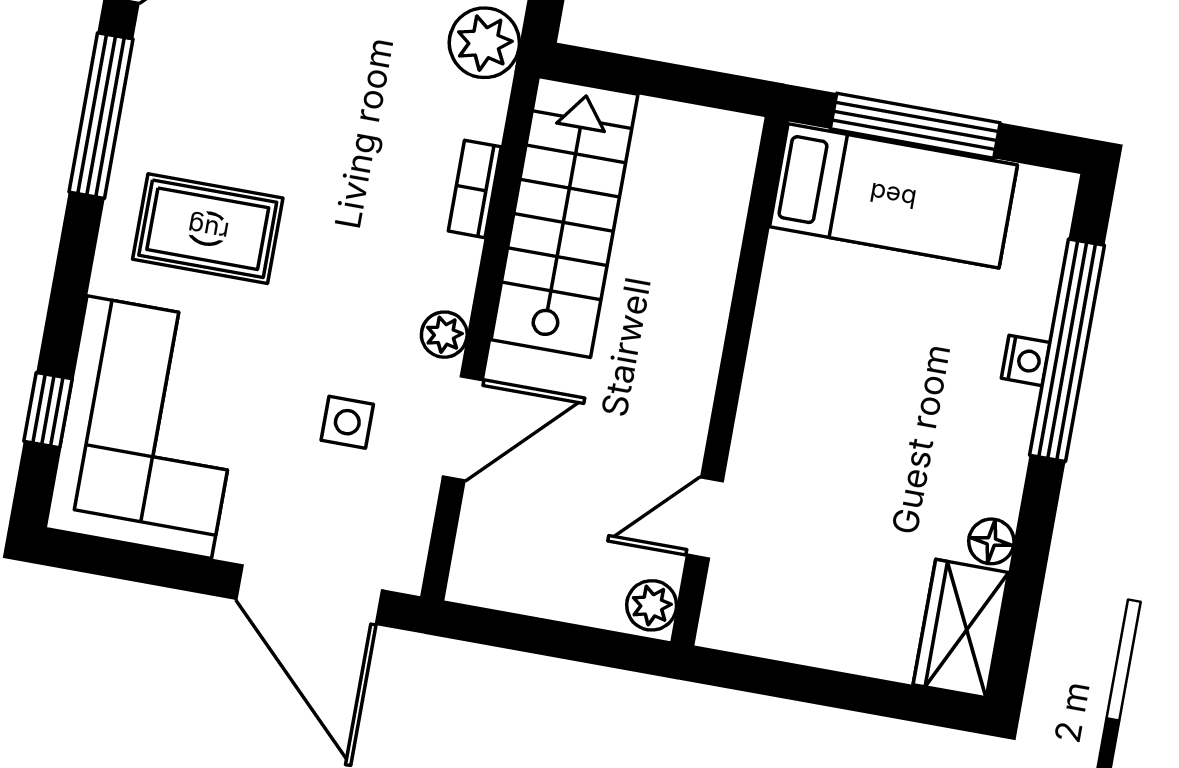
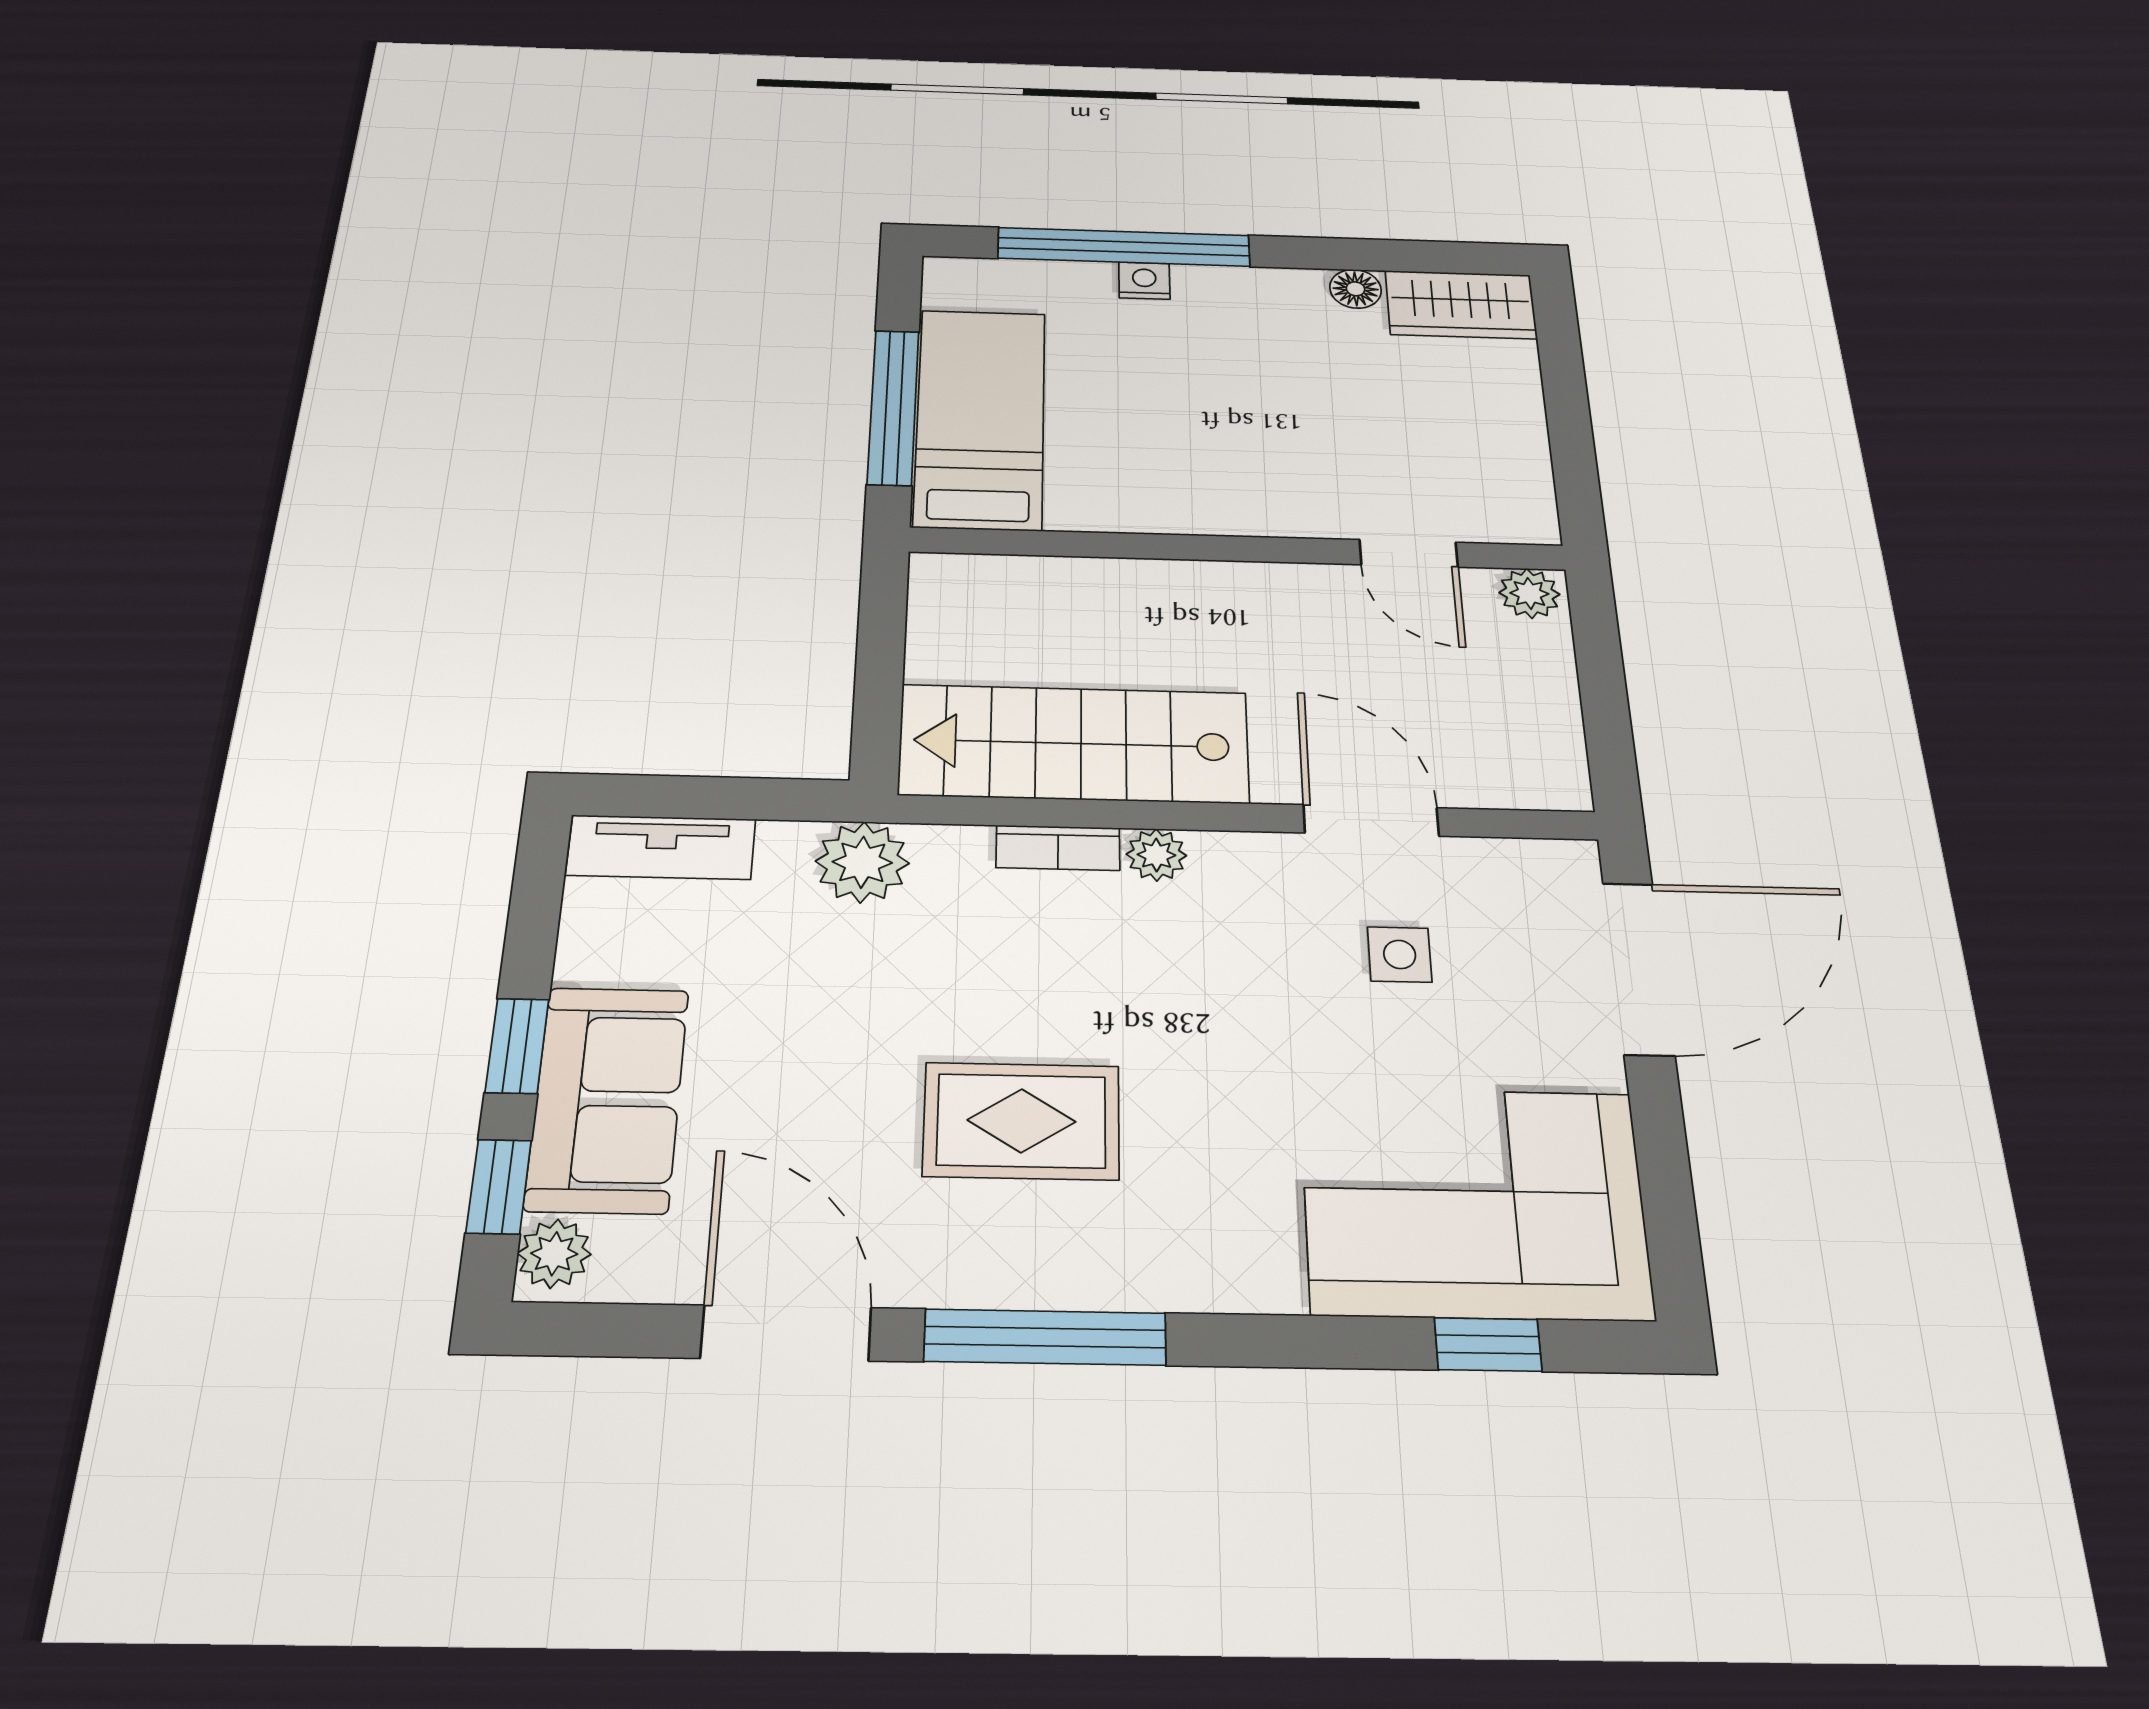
rug: (208, 229) -> (1021, 1121), moved, turned 90
plant: (444, 335) -> (1156, 855), moved

